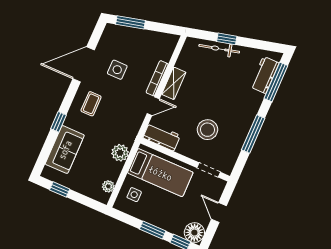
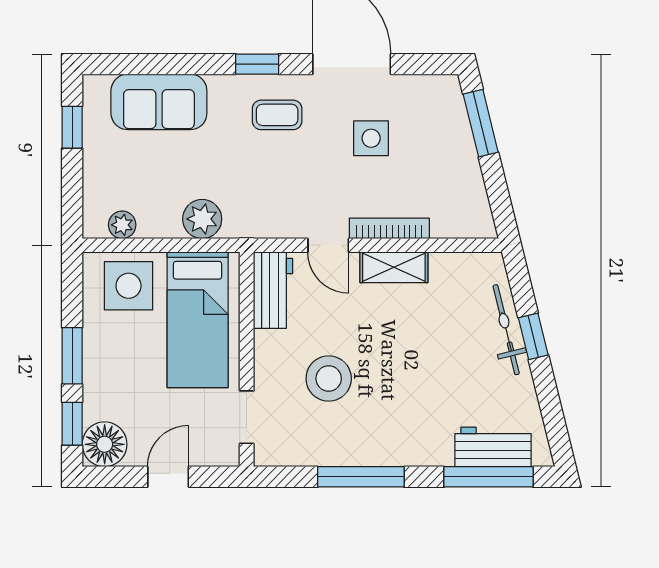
window: (59, 122) -> (257, 64), moved
side table: (134, 195) -> (129, 286), width x1.87, depth x1.87

